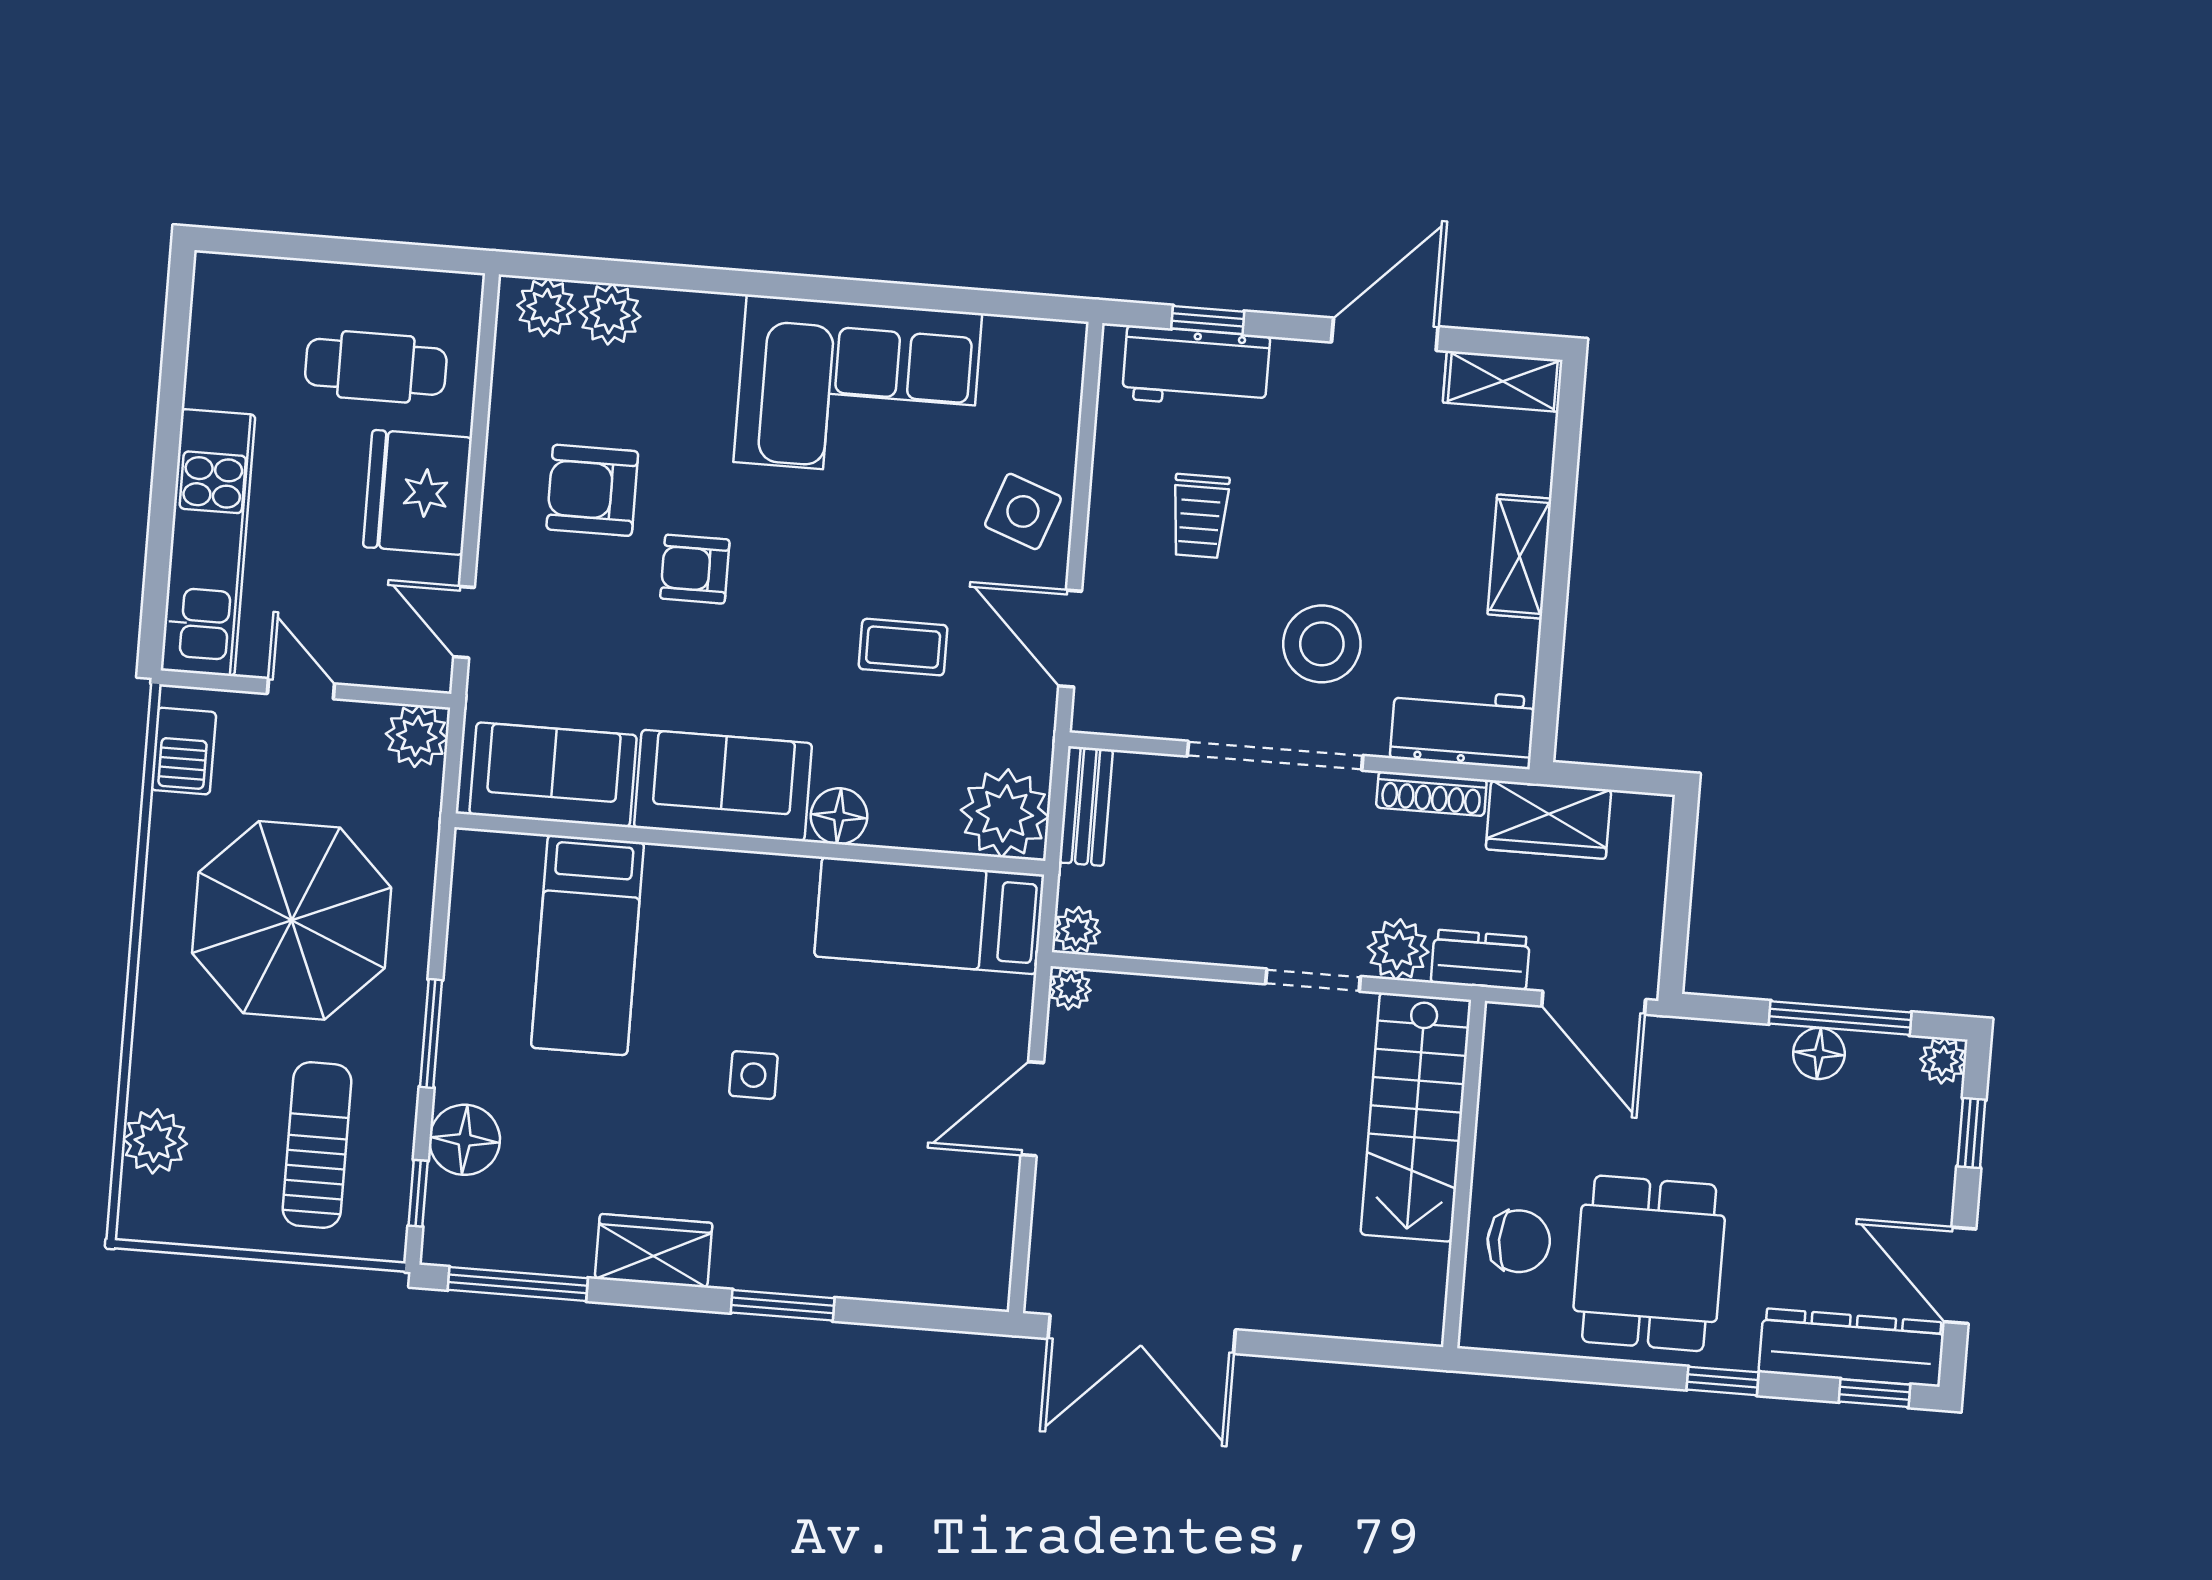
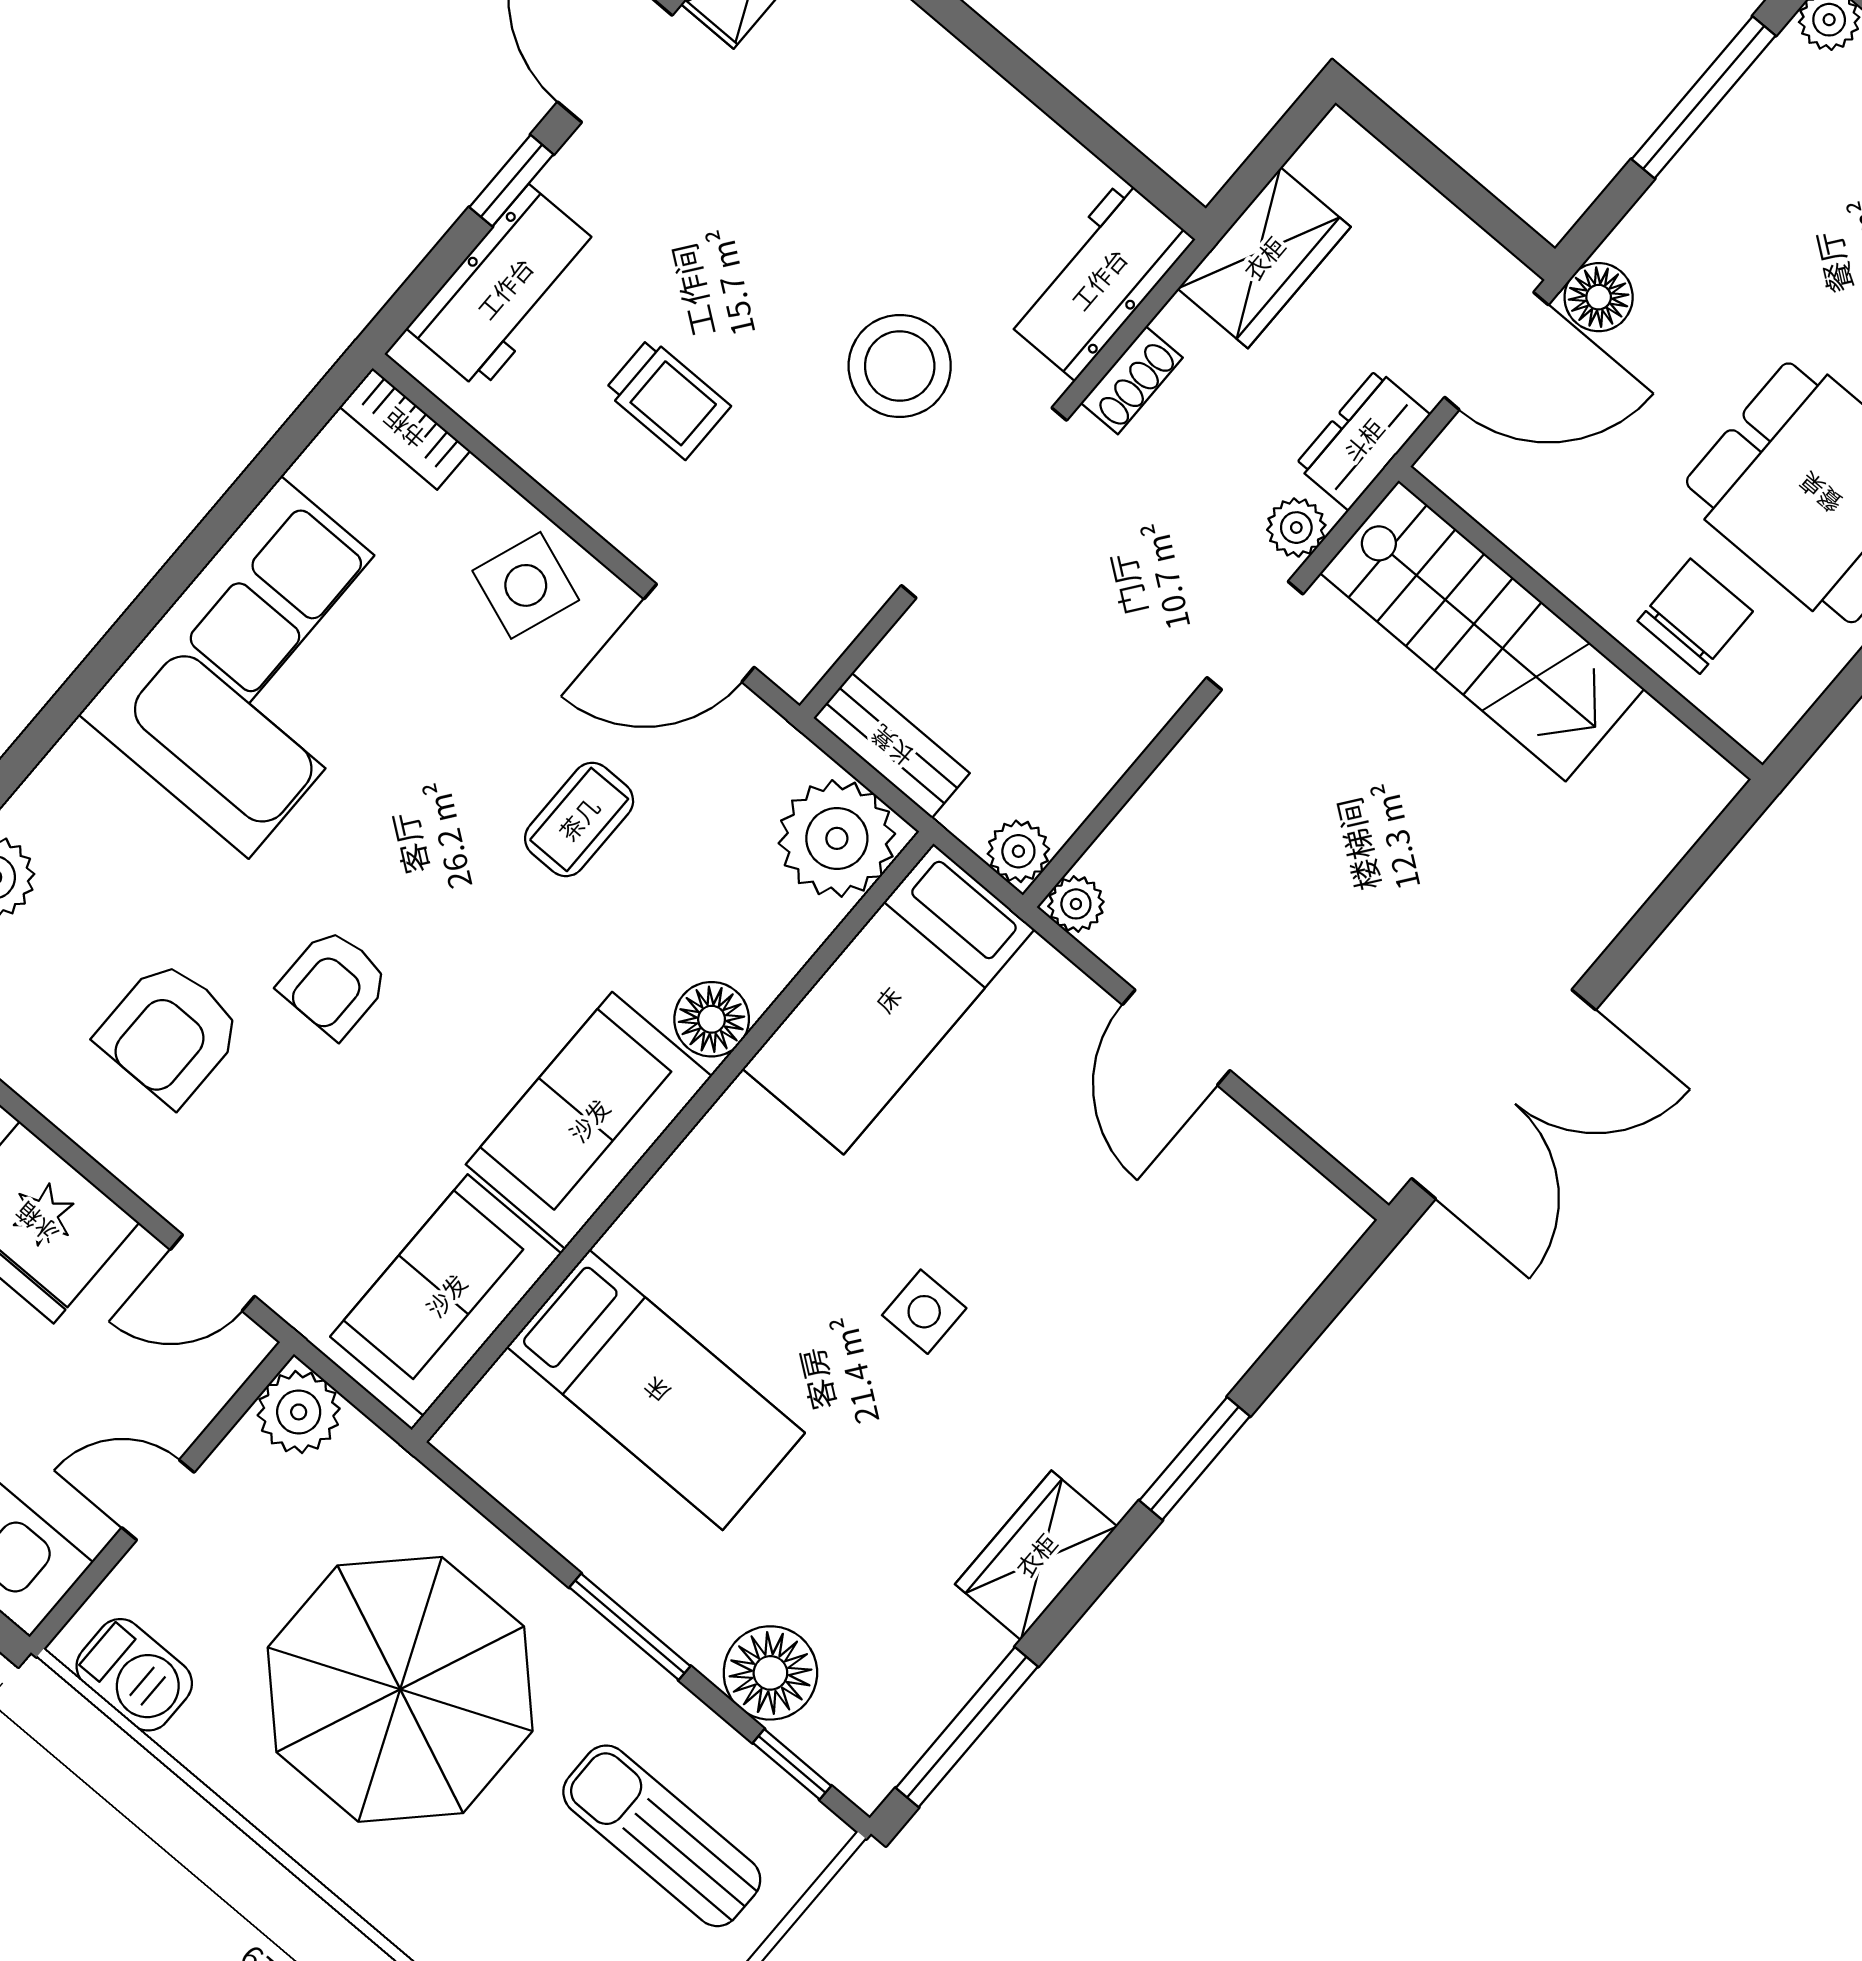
window: (1208, 320) -> (511, 181), moved
bookcase: (1066, 369) -> (405, 429), added
shelving: (1519, 556) -> (959, 85), removed
shoe rack: (1431, 794) -> (1132, 380), width x0.70
plant: (1398, 950) -> (1296, 528), width x0.73, depth x0.73
floor lamp: (1819, 1053) -> (1599, 297), moved

